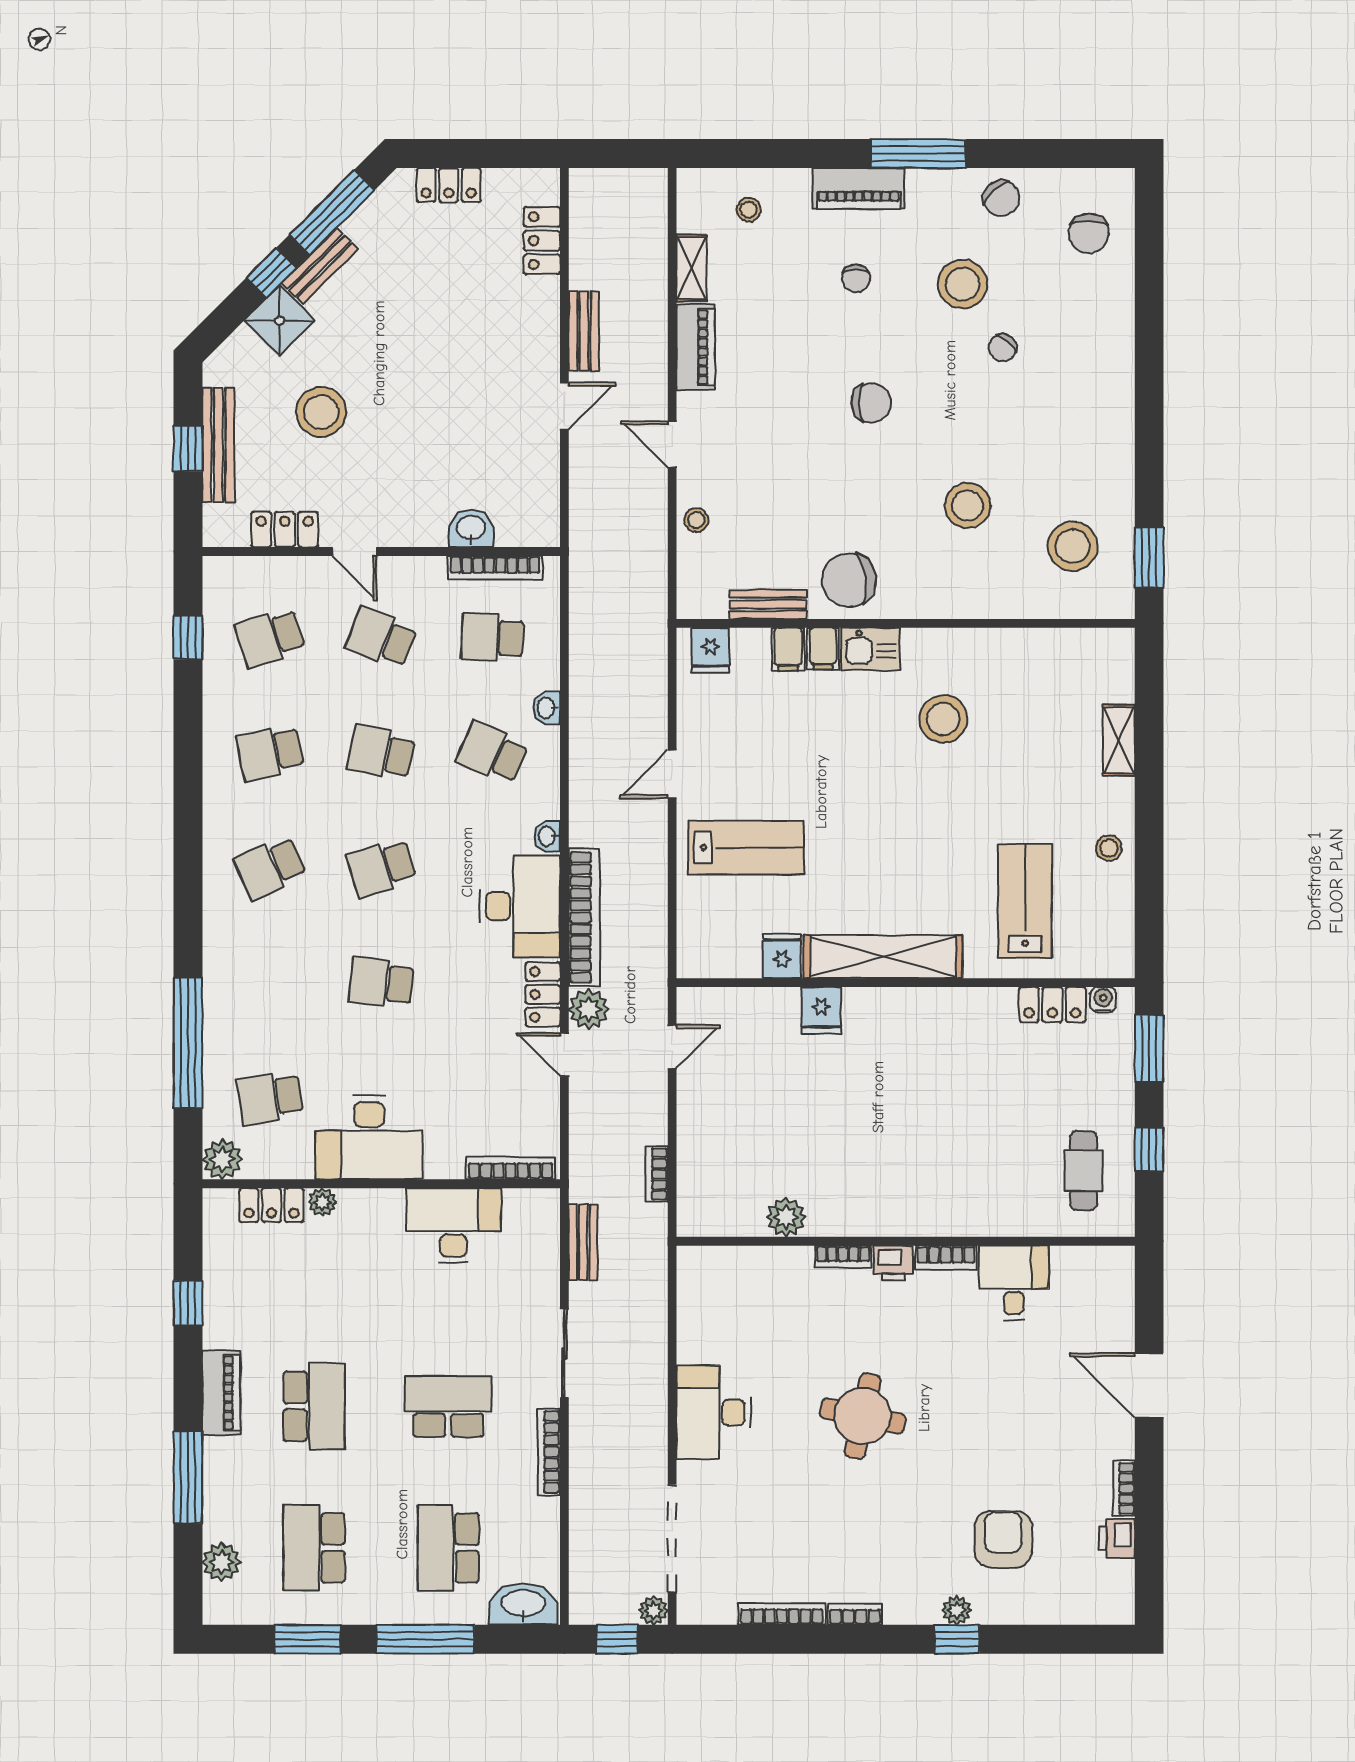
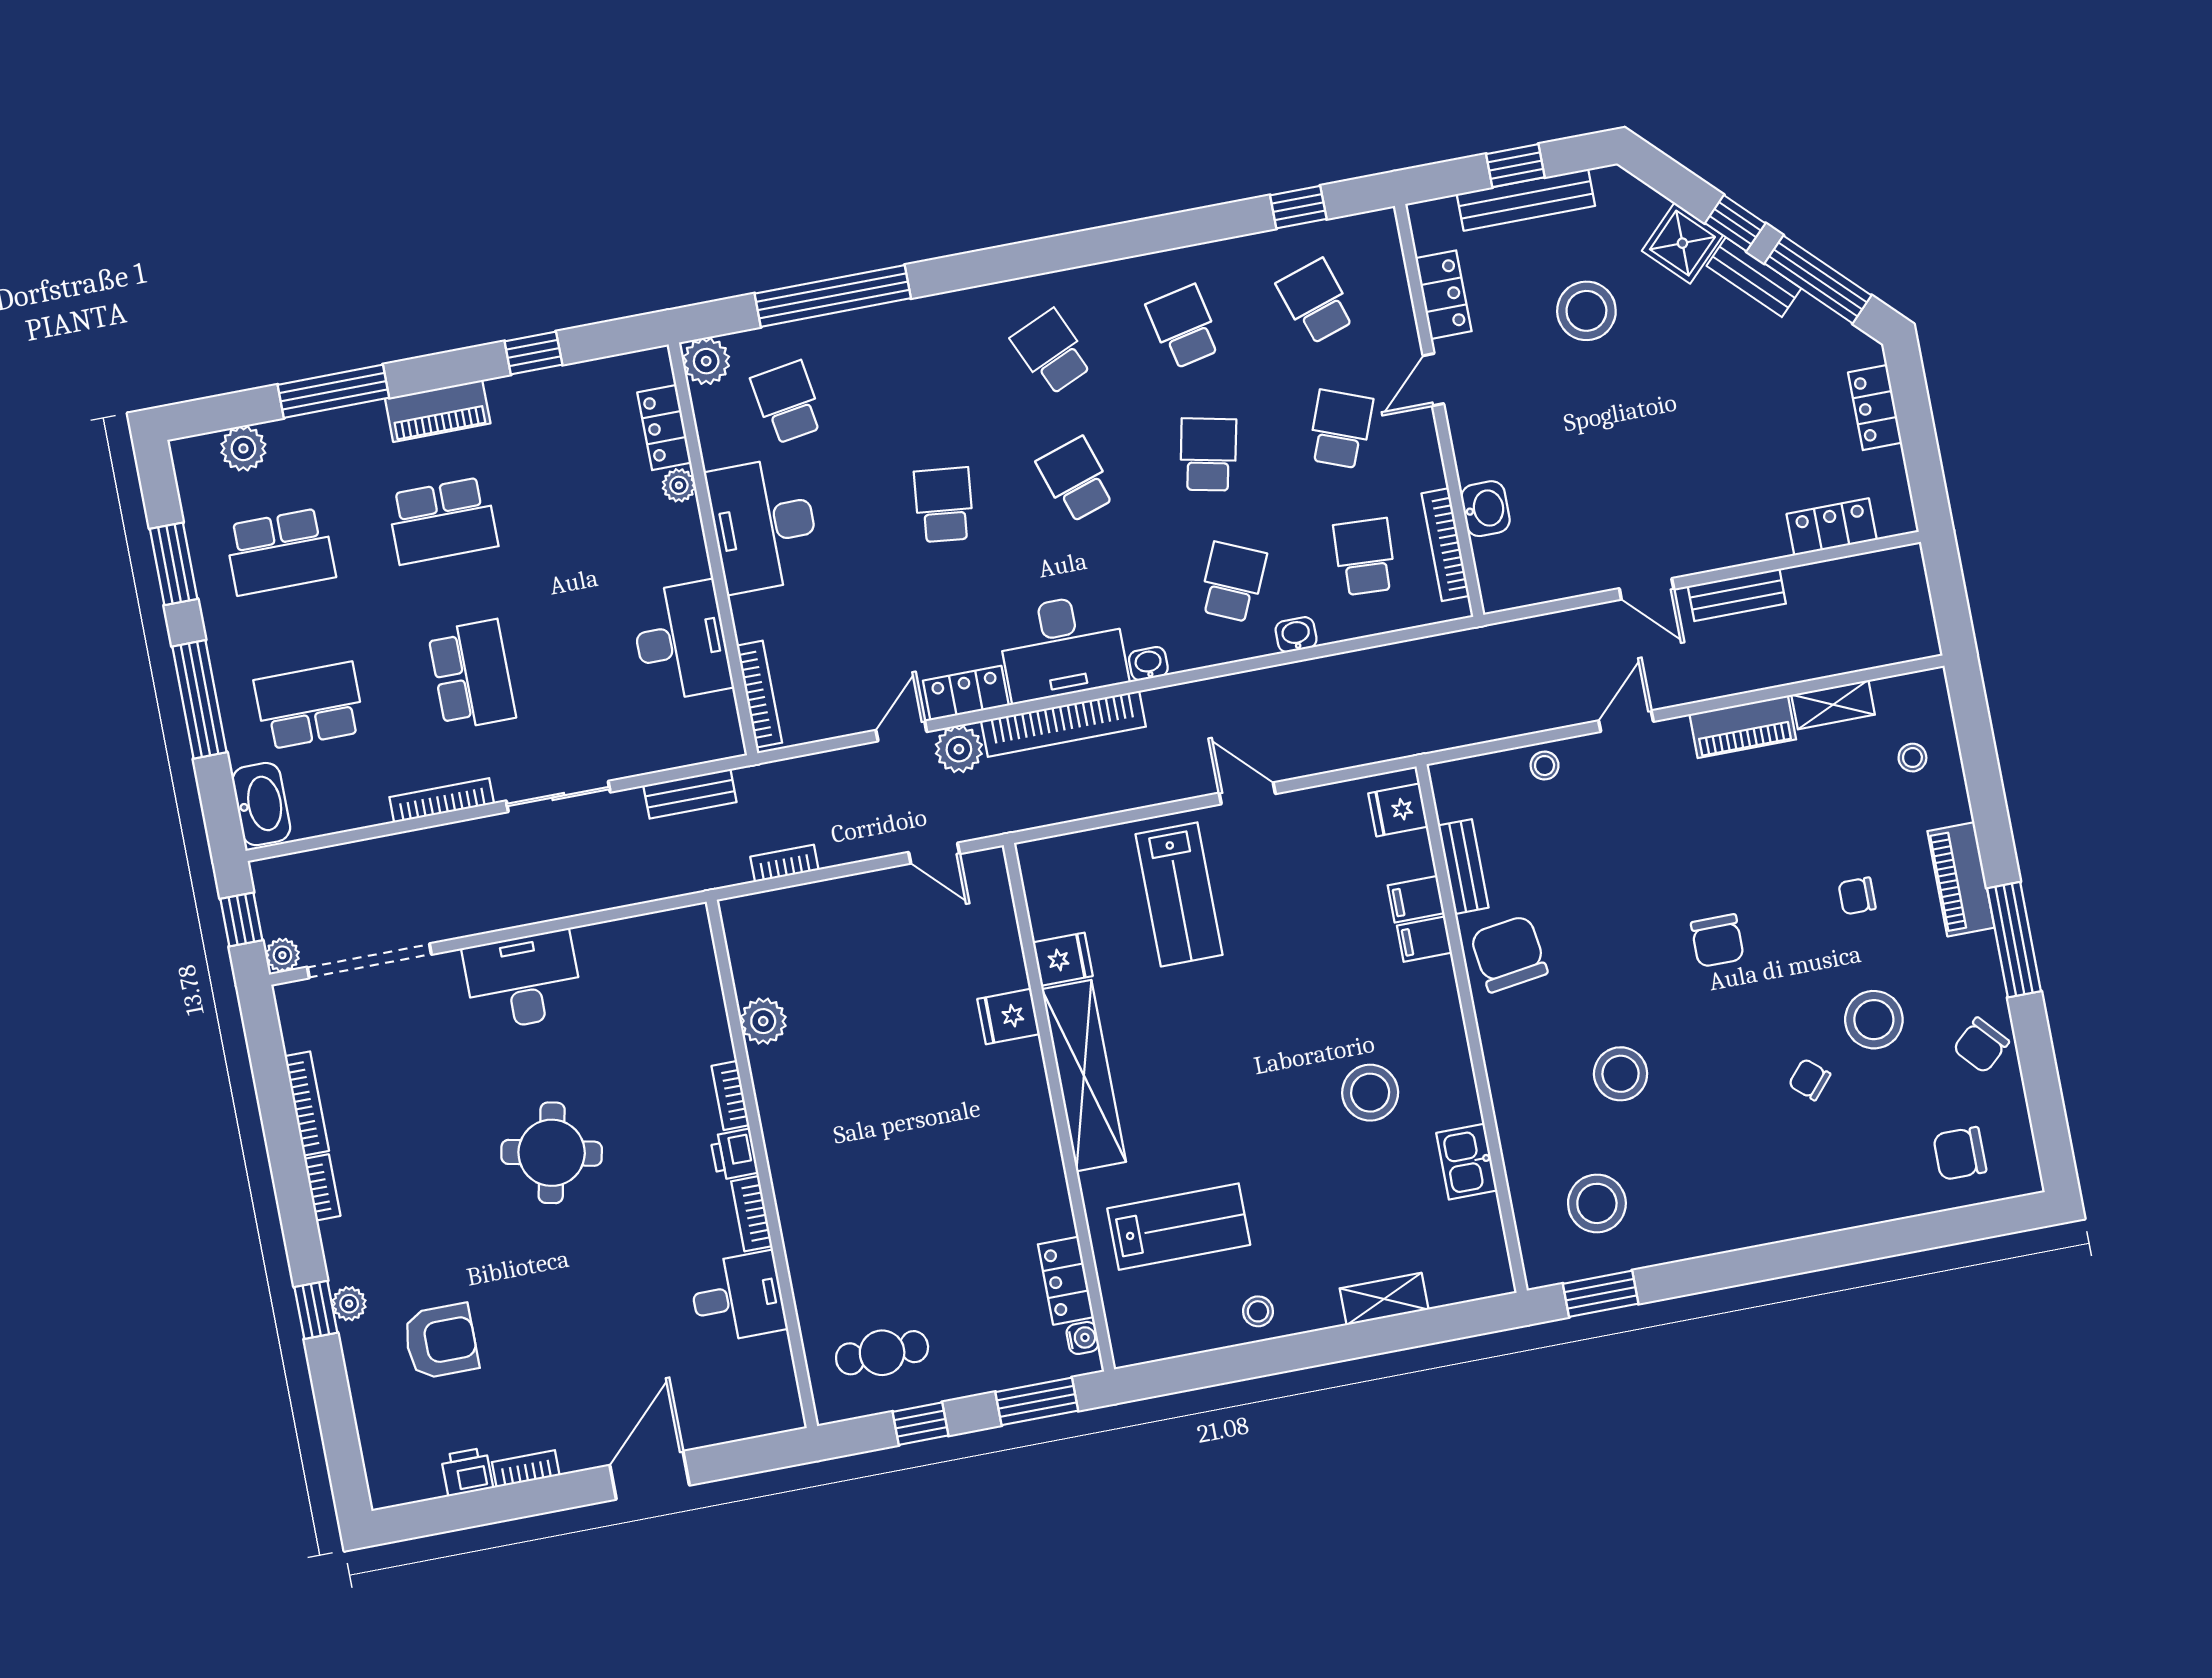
kitchen sink: (871, 649) -> (1467, 1162), moved
school desk: (314, 1548) -> (280, 552), turned 180

